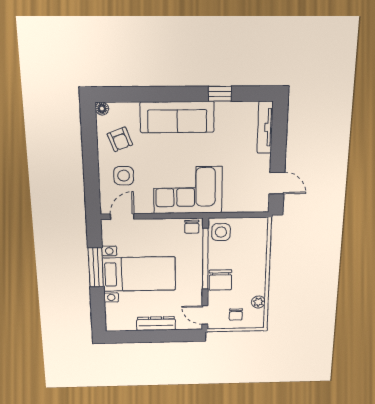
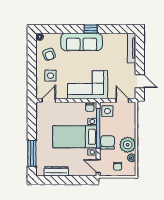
window: (220, 94) -> (91, 29), moved
door: (246, 215) -> (122, 100), added
window: (96, 267) -> (32, 153), moved
bed with nightstands: (139, 274) -> (75, 137), moved, turned 180
chair: (220, 280) -> (108, 142), turned 180
plant: (253, 283) -> (128, 145), added
dresser: (156, 324) -> (56, 171), moved

